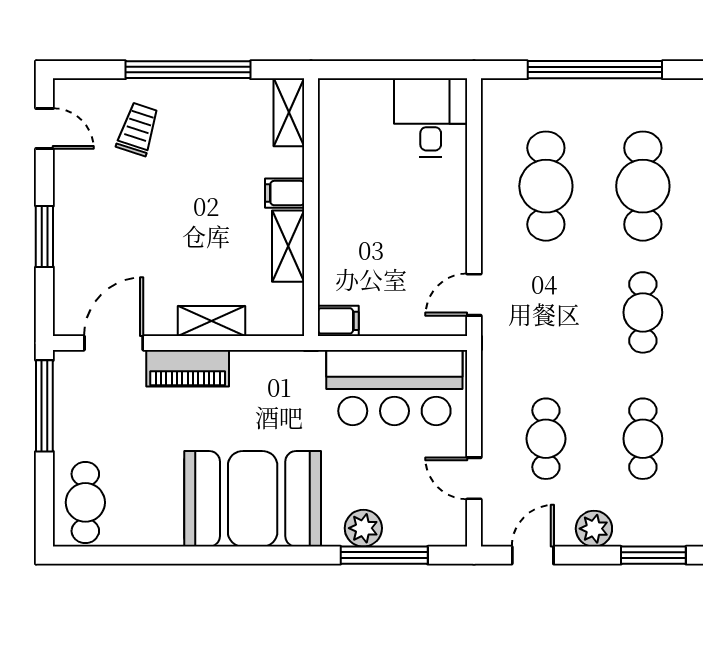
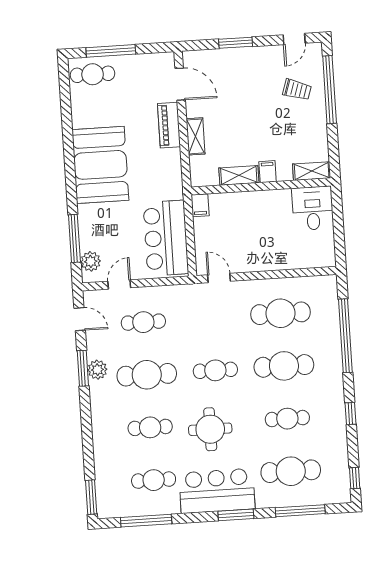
window: (188, 70) -> (330, 90), moved
desk: (431, 118) -> (313, 208), moved, turned -90
window: (44, 406) -> (111, 51), moved
cafe table: (643, 439) -> (147, 375), width x1.37, depth x1.35
plant: (363, 528) -> (91, 261), moved
plant: (594, 529) -> (97, 370), moved
window: (653, 555) -> (83, 368), moved

